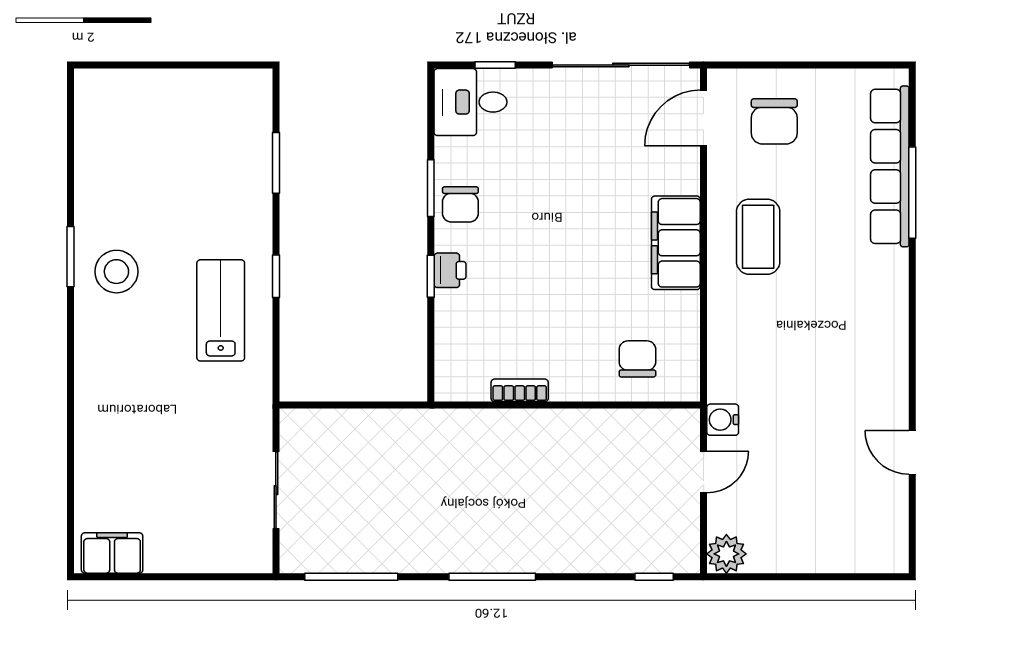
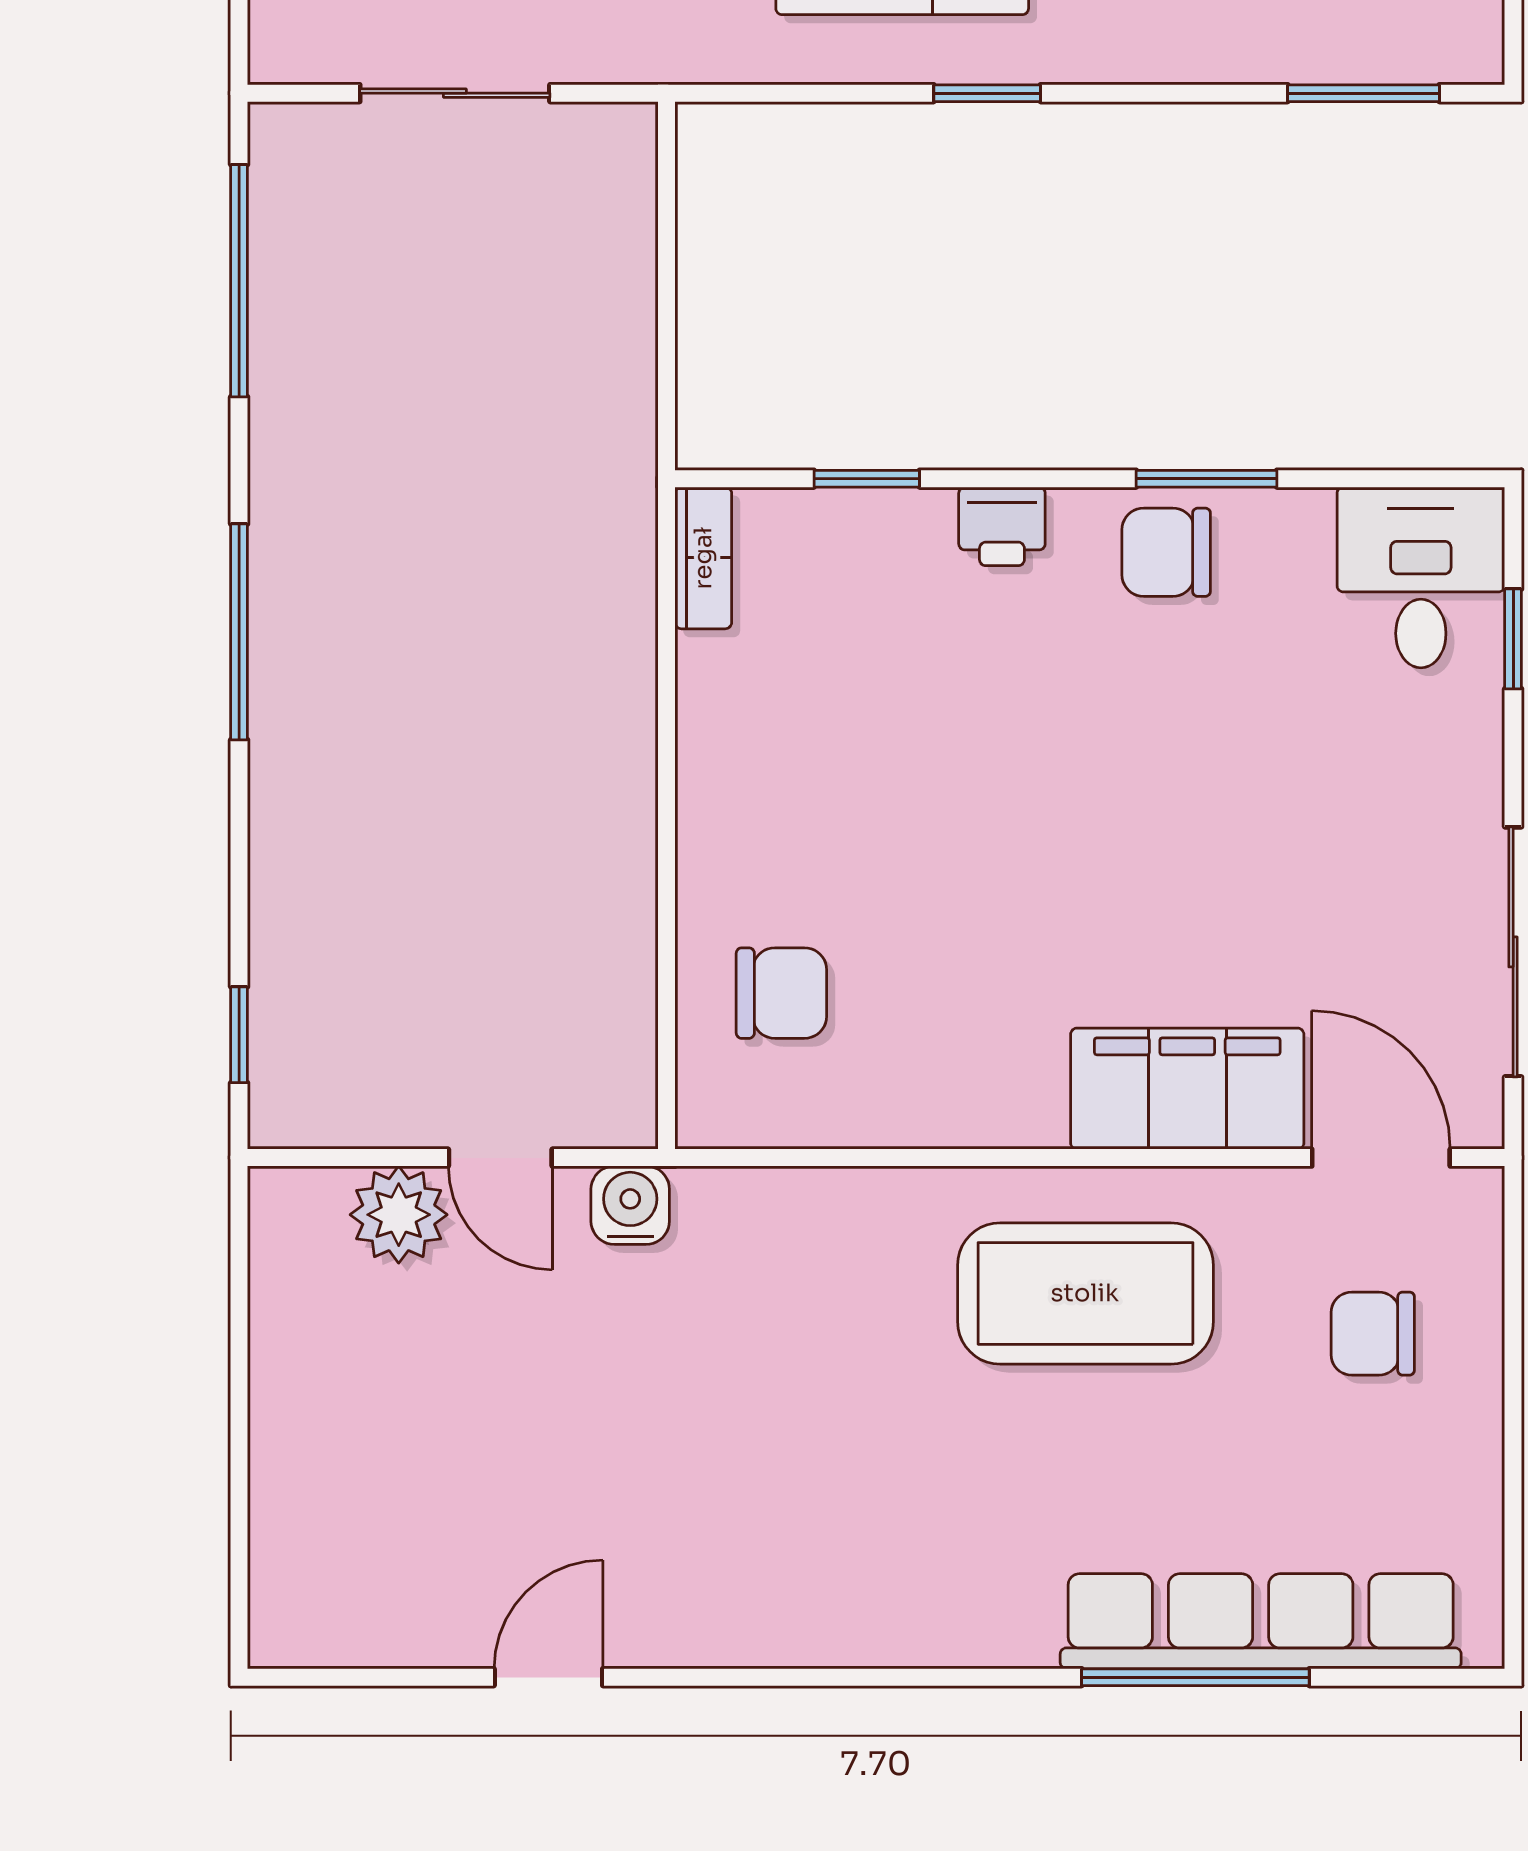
sliding door: (621, 65) -> (1513, 952), width x0.73
chair: (774, 121) -> (1373, 1334), width x0.73, depth x0.73
window: (276, 163) -> (1364, 93), moved
coffee table: (758, 237) -> (1085, 1293), width x1.36, depth x1.32
filing cabinet: (676, 243) -> (1187, 1089), moved
window: (431, 276) -> (867, 479), moved
bookcase: (520, 390) -> (703, 558), moved
plant: (726, 554) -> (399, 1215), moved

